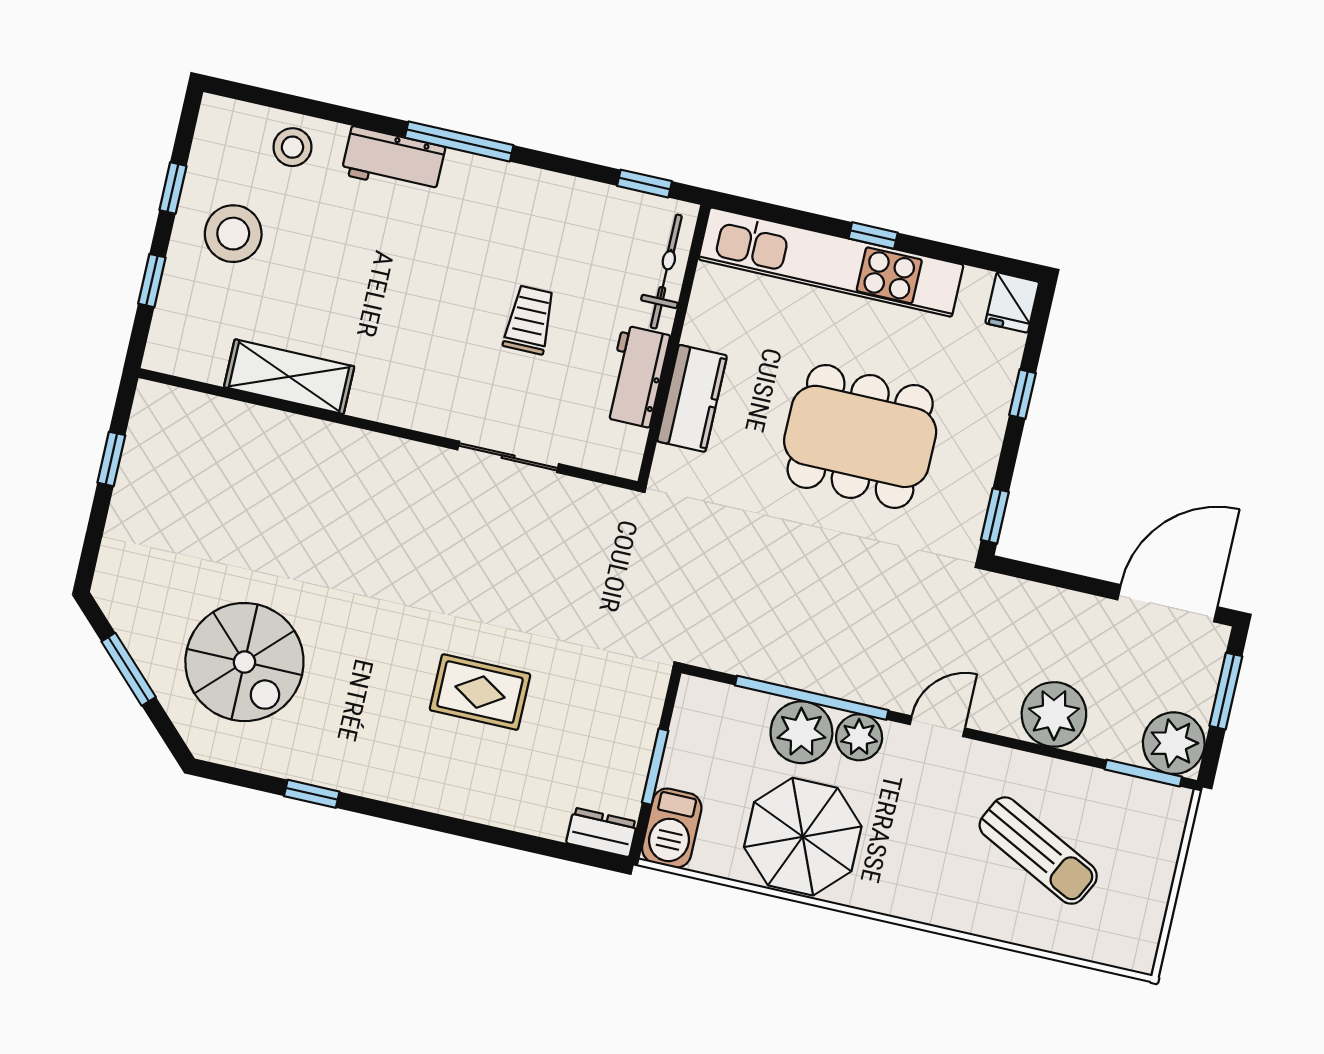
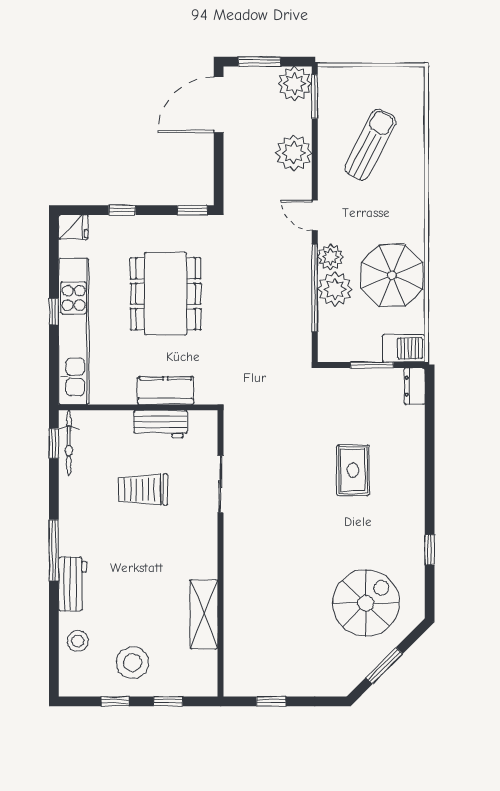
bicycle: (666, 272) -> (69, 443), moved, turned -90
trolley: (529, 320) -> (143, 490), width x1.36, depth x1.39
door: (1167, 603) -> (219, 105), hinge flipped

